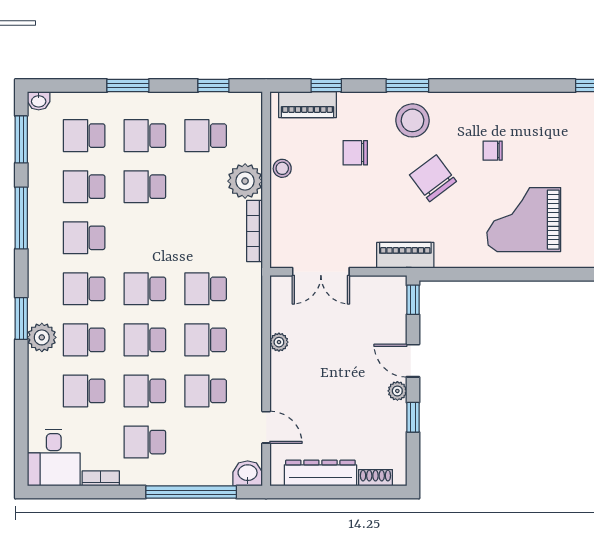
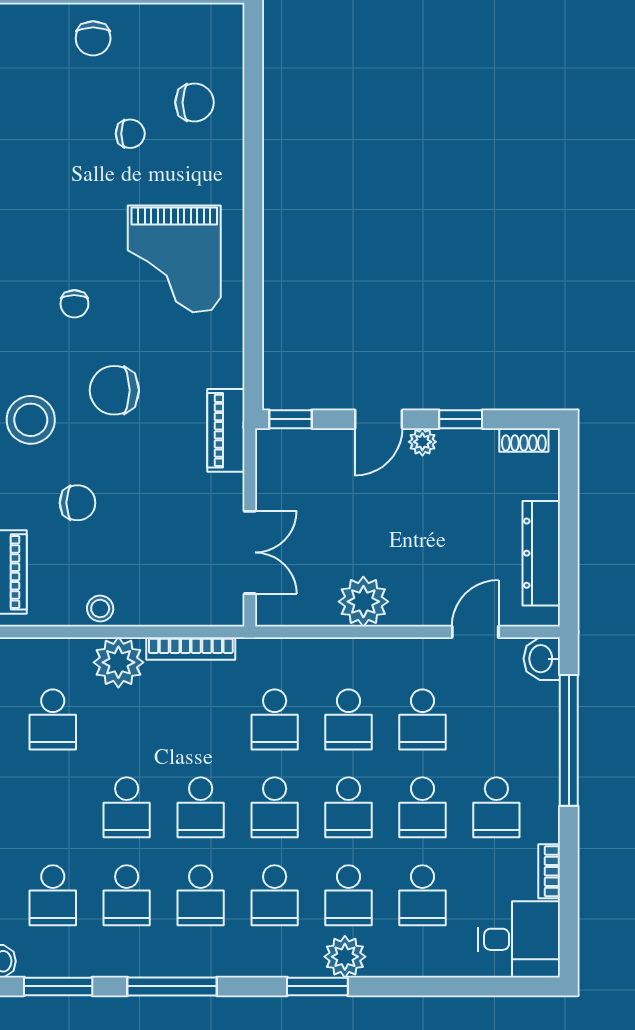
school desk: (145, 136) -> (201, 807), moved
chair: (355, 153) -> (78, 503), turned -90
chair: (433, 178) -> (114, 390), turned 37
plant: (279, 342) -> (363, 602), width x1.87, depth x1.87
shoe rack: (375, 478) -> (524, 440), moved, turned -90

